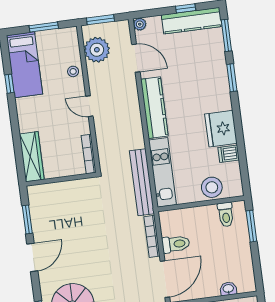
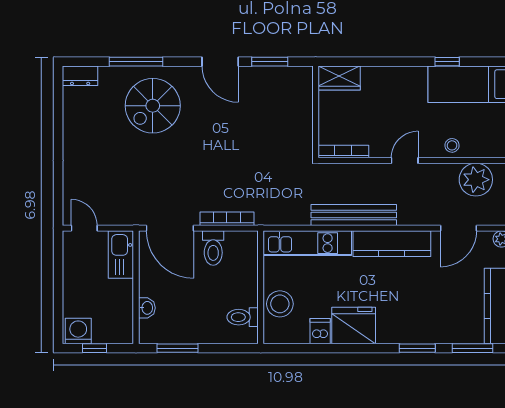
wardrobe: (32, 157) -> (339, 78), width x0.67
bench: (142, 182) -> (354, 215), moved
window: (251, 226) -> (177, 348), moved

